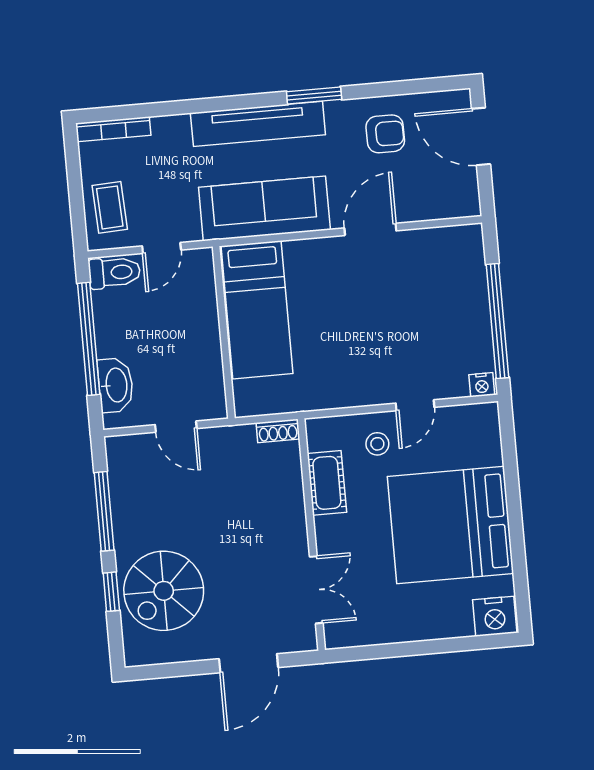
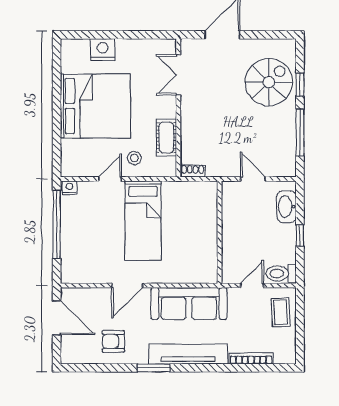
bookcase: (113, 129) -> (251, 358), moved
door: (481, 136) -> (57, 318), moved
bed: (257, 310) -> (143, 221), moved, turned 180
window: (89, 339) -> (300, 235), width x0.32
nightstand: (495, 616) -> (103, 50), moved

